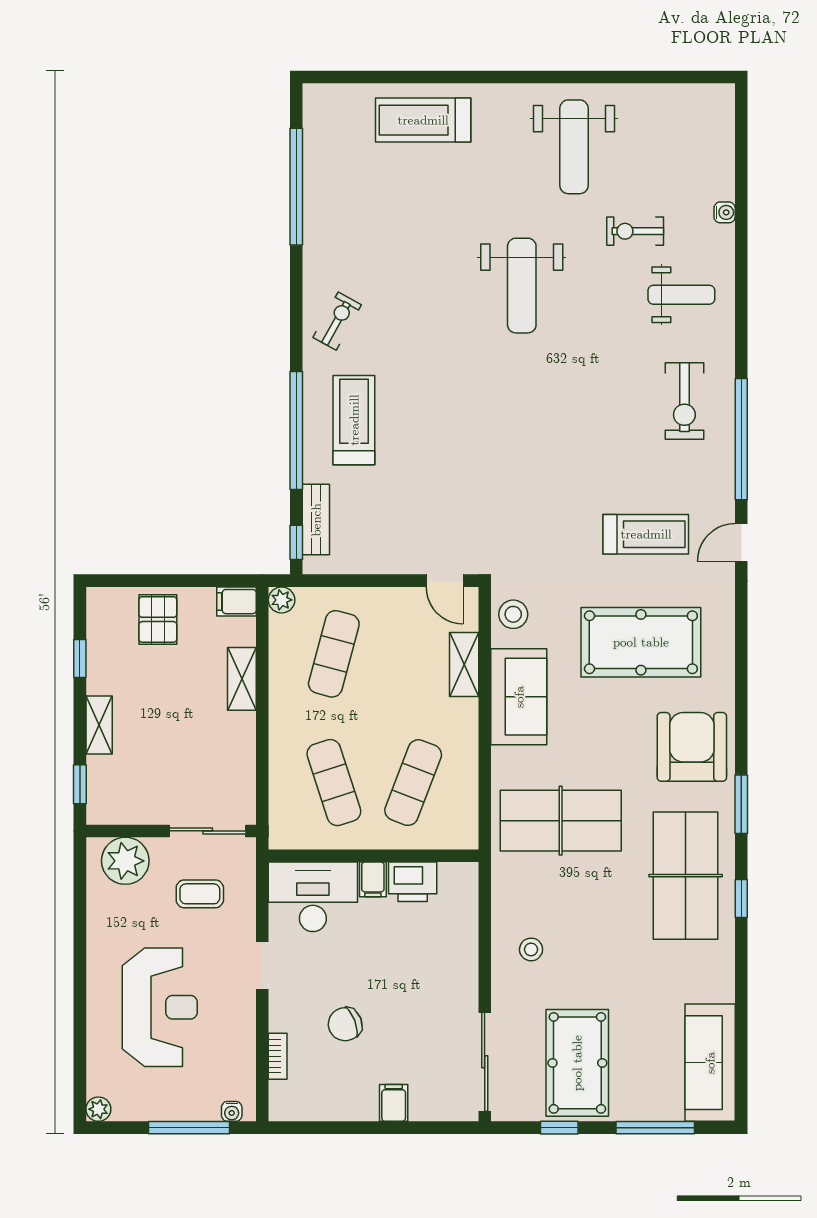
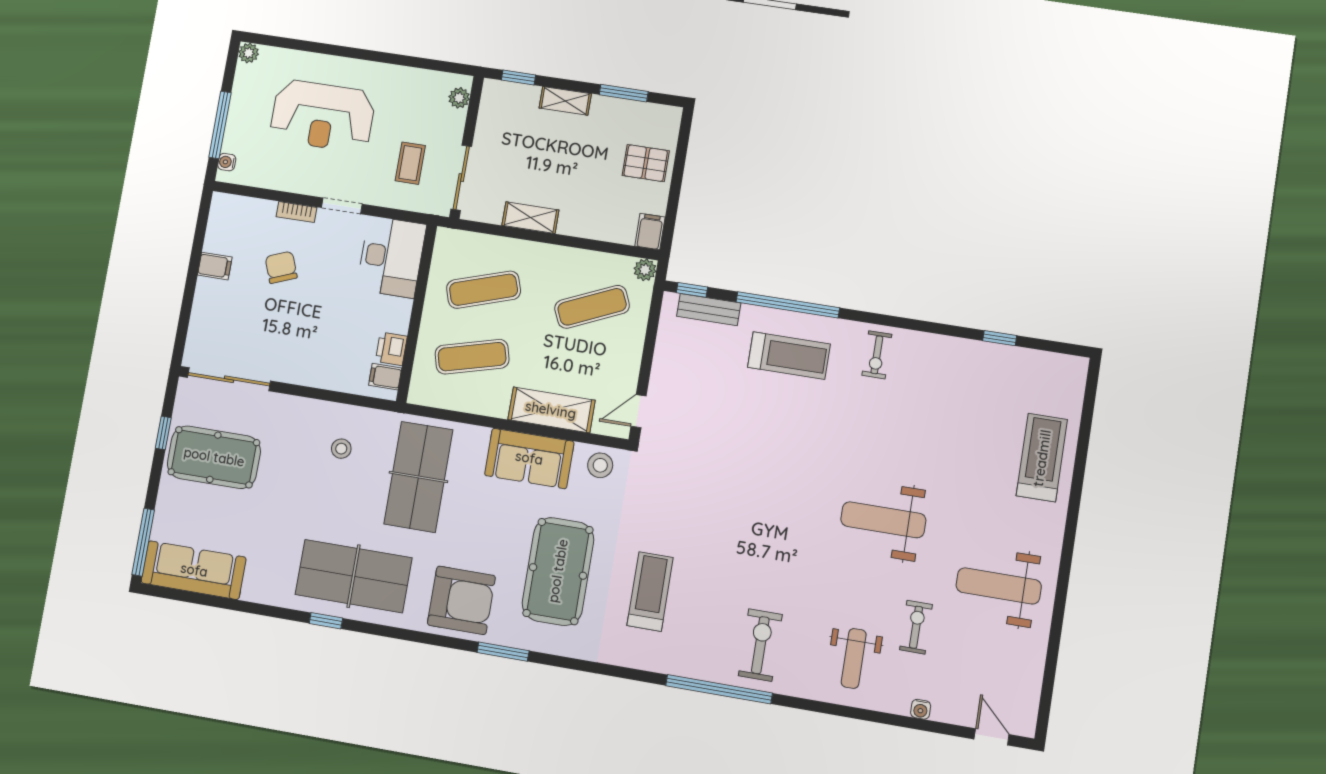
window: (296, 187) -> (1000, 338), width x0.32
exercise bike: (337, 321) -> (877, 355), turned 61
exercise bike: (684, 401) -> (760, 645), turned 90
treadmill: (646, 534) -> (650, 591), turned 180
door: (741, 542) -> (992, 737), moved
exercise mat: (334, 654) -> (592, 307), turned -39
window: (80, 658) -> (624, 93), width x1.50
shelving: (464, 665) -> (551, 410), width x1.50, depth x1.33
shelving: (242, 679) -> (530, 218), moved
exercise mat: (413, 783) -> (472, 357), turned -36
window: (741, 804) -> (503, 652), moved
plant: (125, 861) -> (459, 98), width x0.53, depth x0.53
filing cabinet: (373, 879) -> (385, 377), moved
printer: (413, 882) -> (391, 349), width x0.73, depth x0.81
stool: (531, 949) -> (341, 449), moved
bookcase: (278, 1056) -> (296, 212), moved
filing cabinet: (394, 1103) -> (215, 266), moved
window: (655, 1128) -> (143, 542), moved

